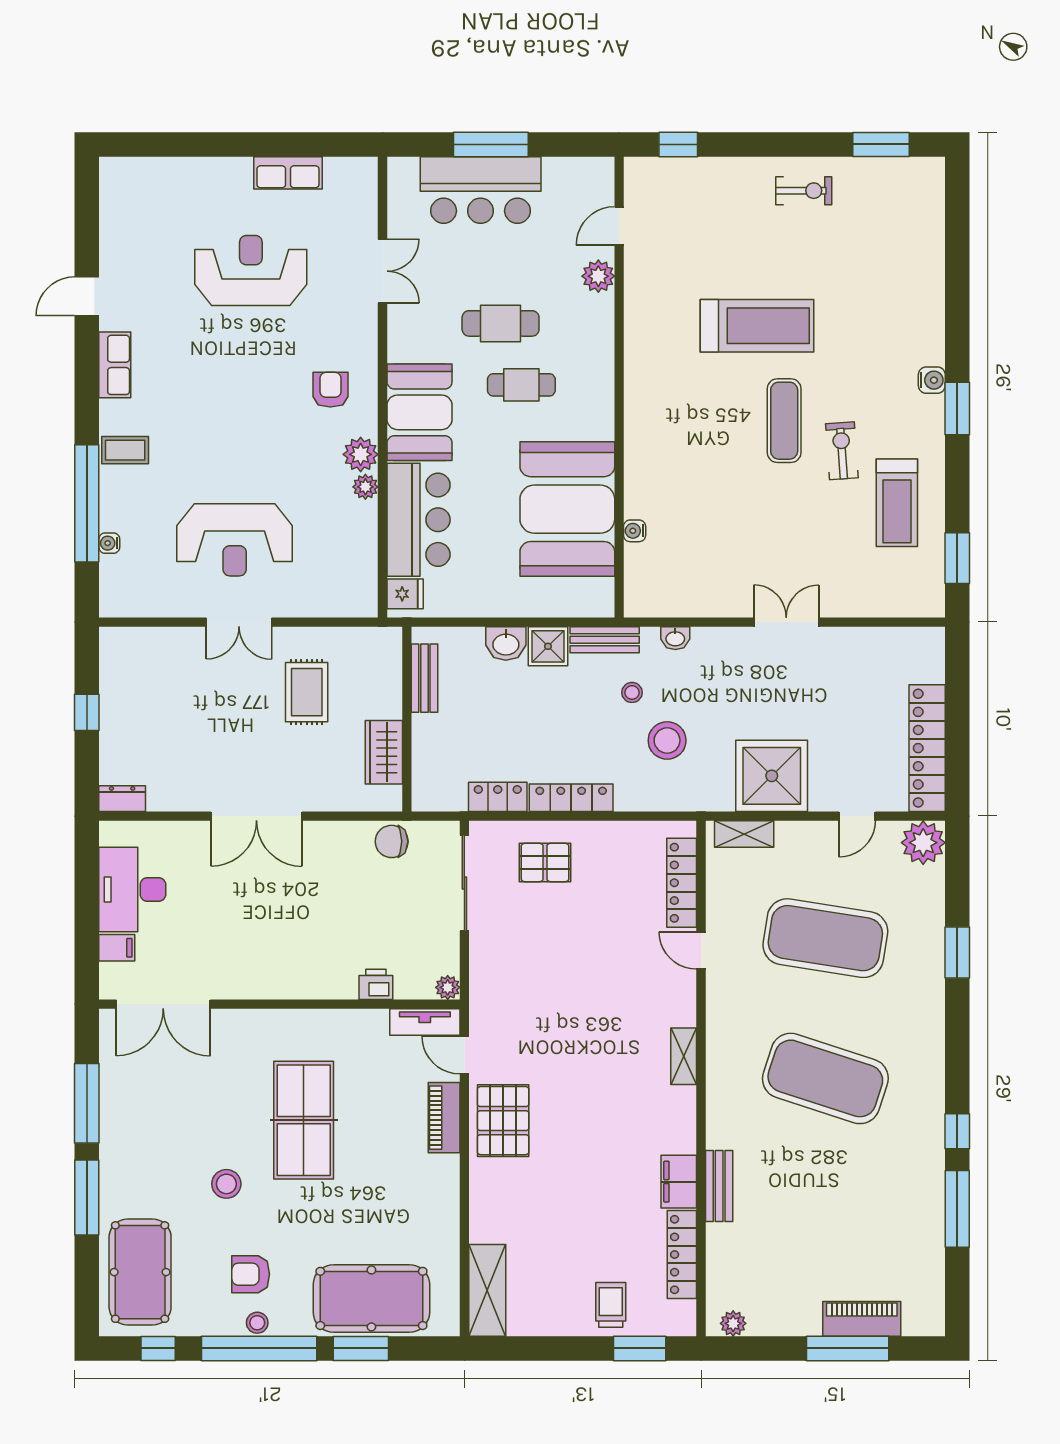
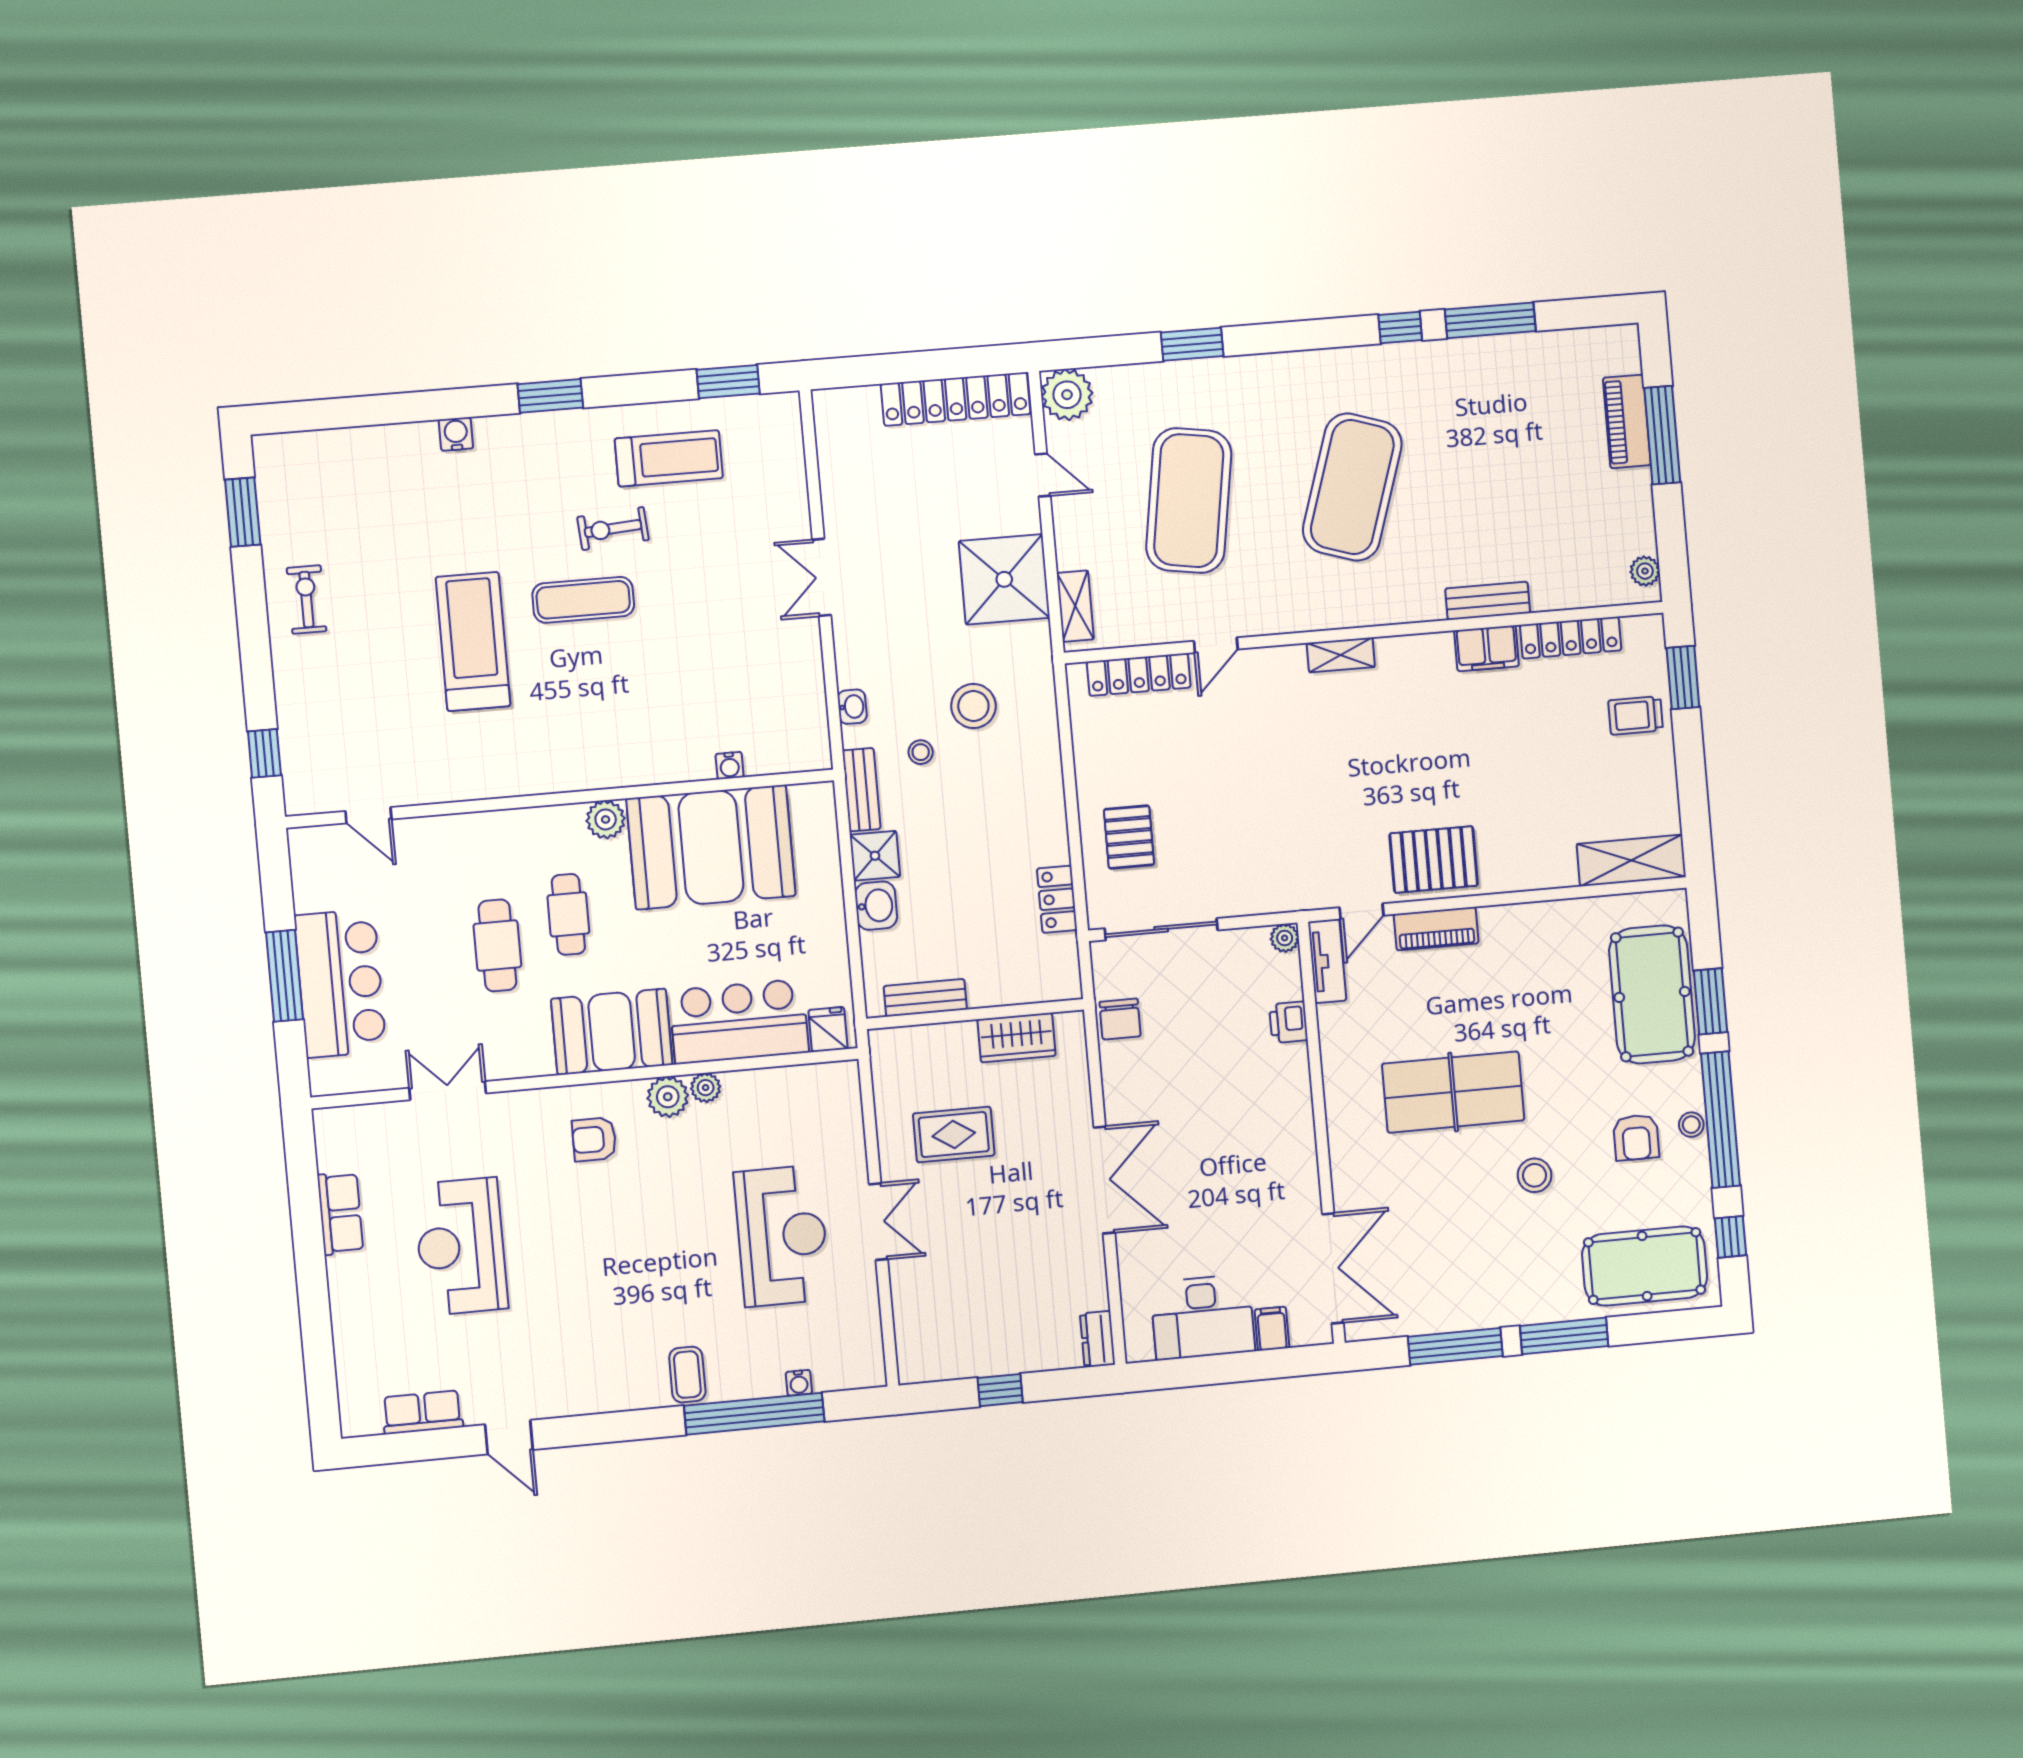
plant: (598, 276) -> (606, 819), moved
row of seats: (115, 365) -> (422, 1412), moved
water cooler: (932, 380) -> (456, 434), moved
locker: (571, 798) -> (1051, 813), removed

